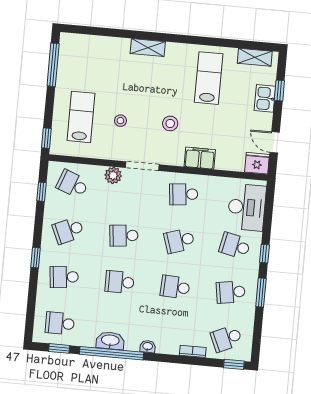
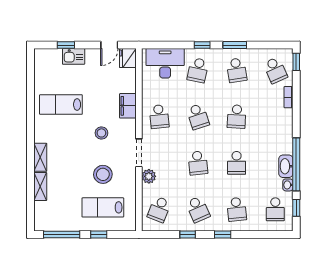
shelving: (255, 57) -> (40, 187), moved
stool: (120, 121) -> (103, 174), width x1.89, depth x1.89
window: (46, 138) -> (99, 234), moved
window: (41, 192) -> (188, 234), moved
washbasin: (148, 346) -> (288, 185), moved

